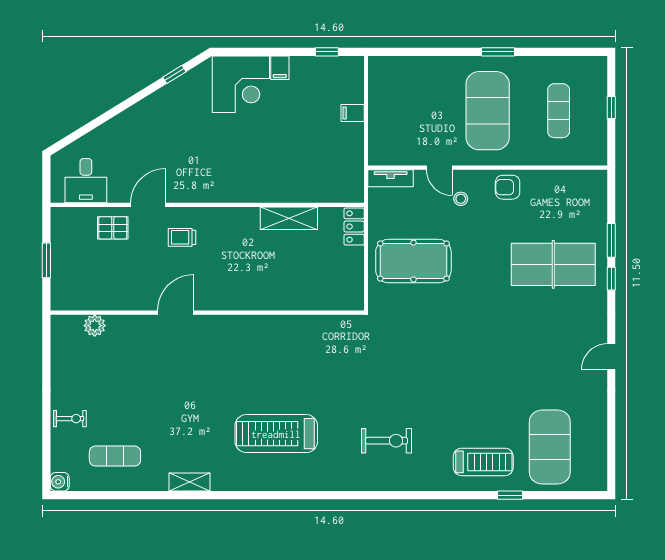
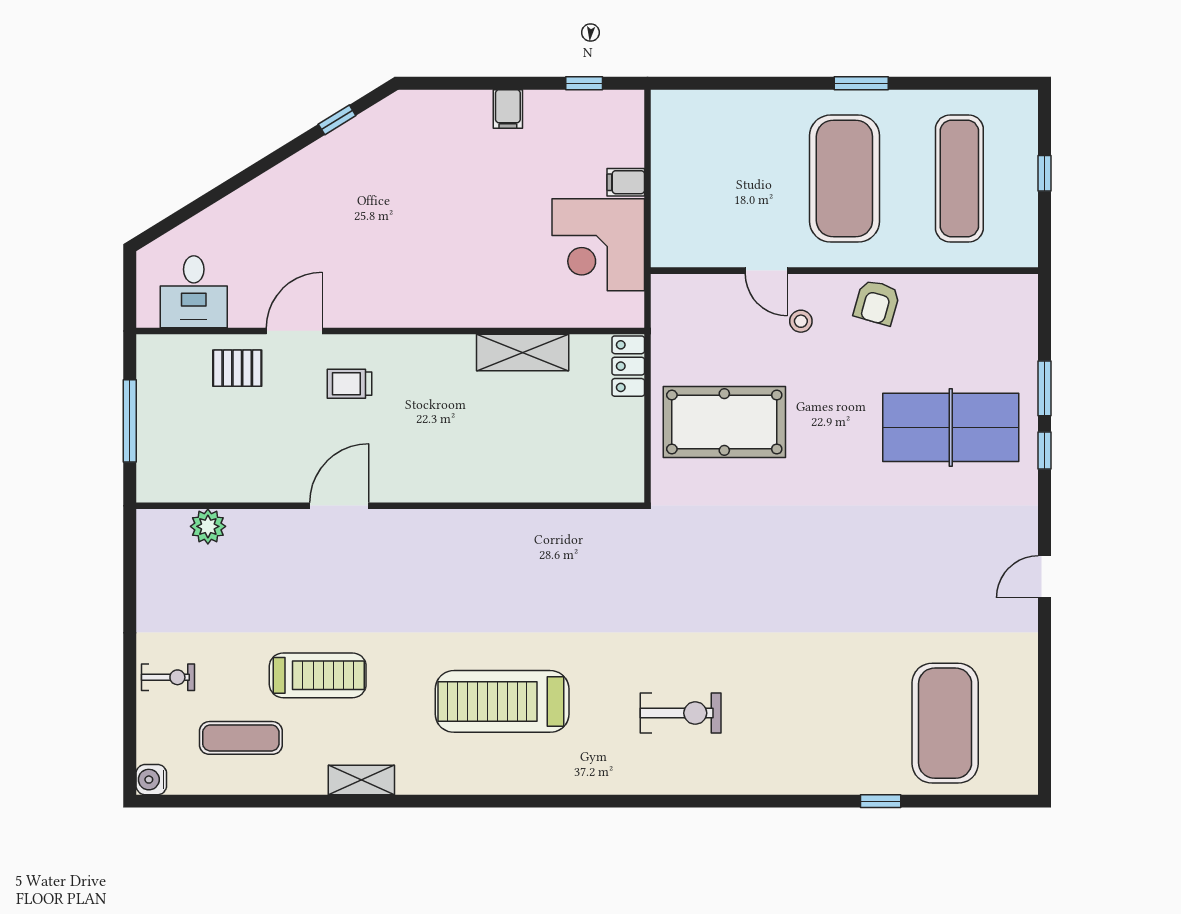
corner desk: (241, 84) -> (598, 245), moved, turned 90
exercise mat: (559, 111) -> (959, 179), width x1.36, depth x1.45
tv unit: (391, 178) -> (687, 288), removed
armchair: (508, 187) -> (877, 302), turned -74
window: (46, 260) -> (130, 421), width x1.44
treadmill: (483, 462) -> (318, 675), moved

